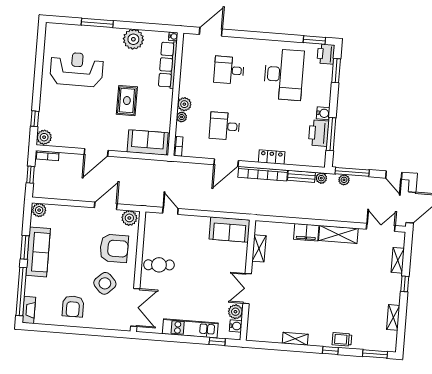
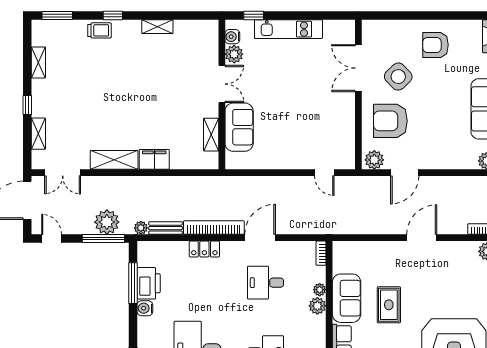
desk: (225, 126) -> (266, 283), turned 180
sofa: (148, 142) -> (347, 298), moved, turned -90
plant: (344, 180) -> (107, 222), width x1.87, depth x1.87
sofa: (230, 229) -> (239, 127), moved, turned 90
cafe table: (159, 265) -> (333, 105), removed
armchair: (73, 306) -> (435, 45), turned -90
double door: (135, 307) -> (358, 68), moved

